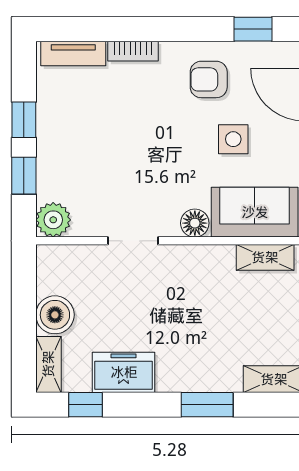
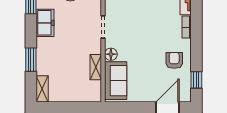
side table: (233, 139) -> (148, 71), removed
shelving: (265, 257) -> (96, 67), moved

